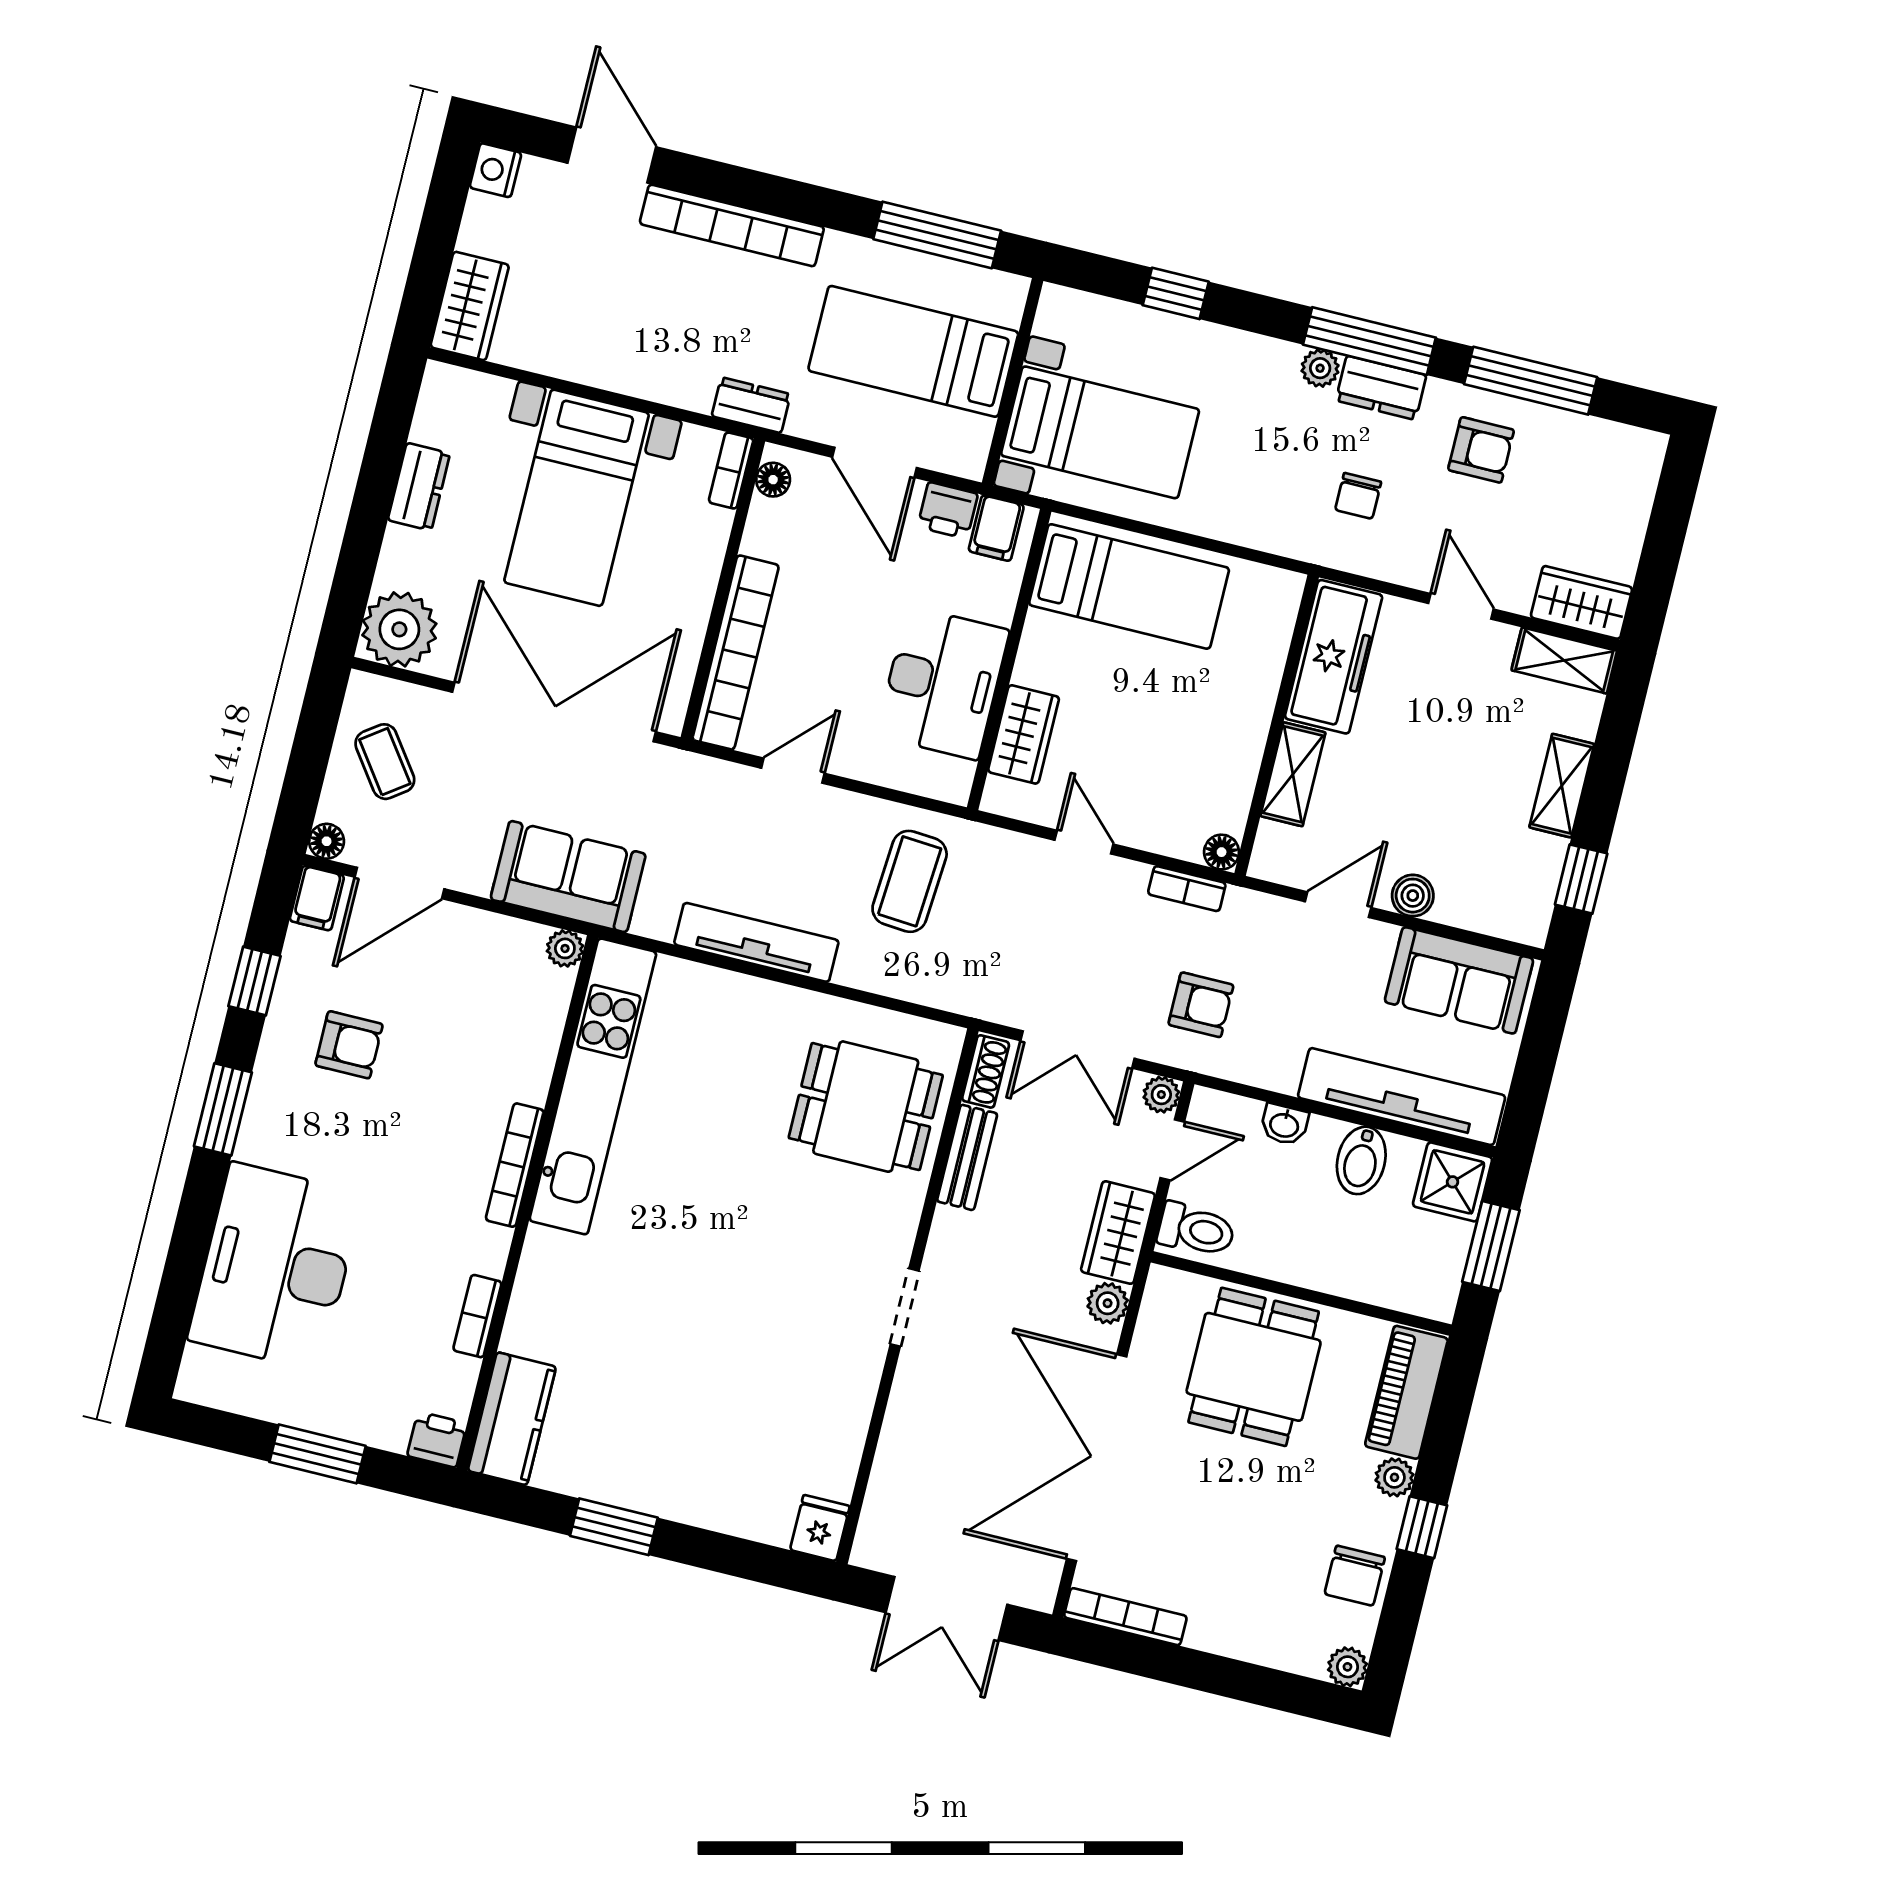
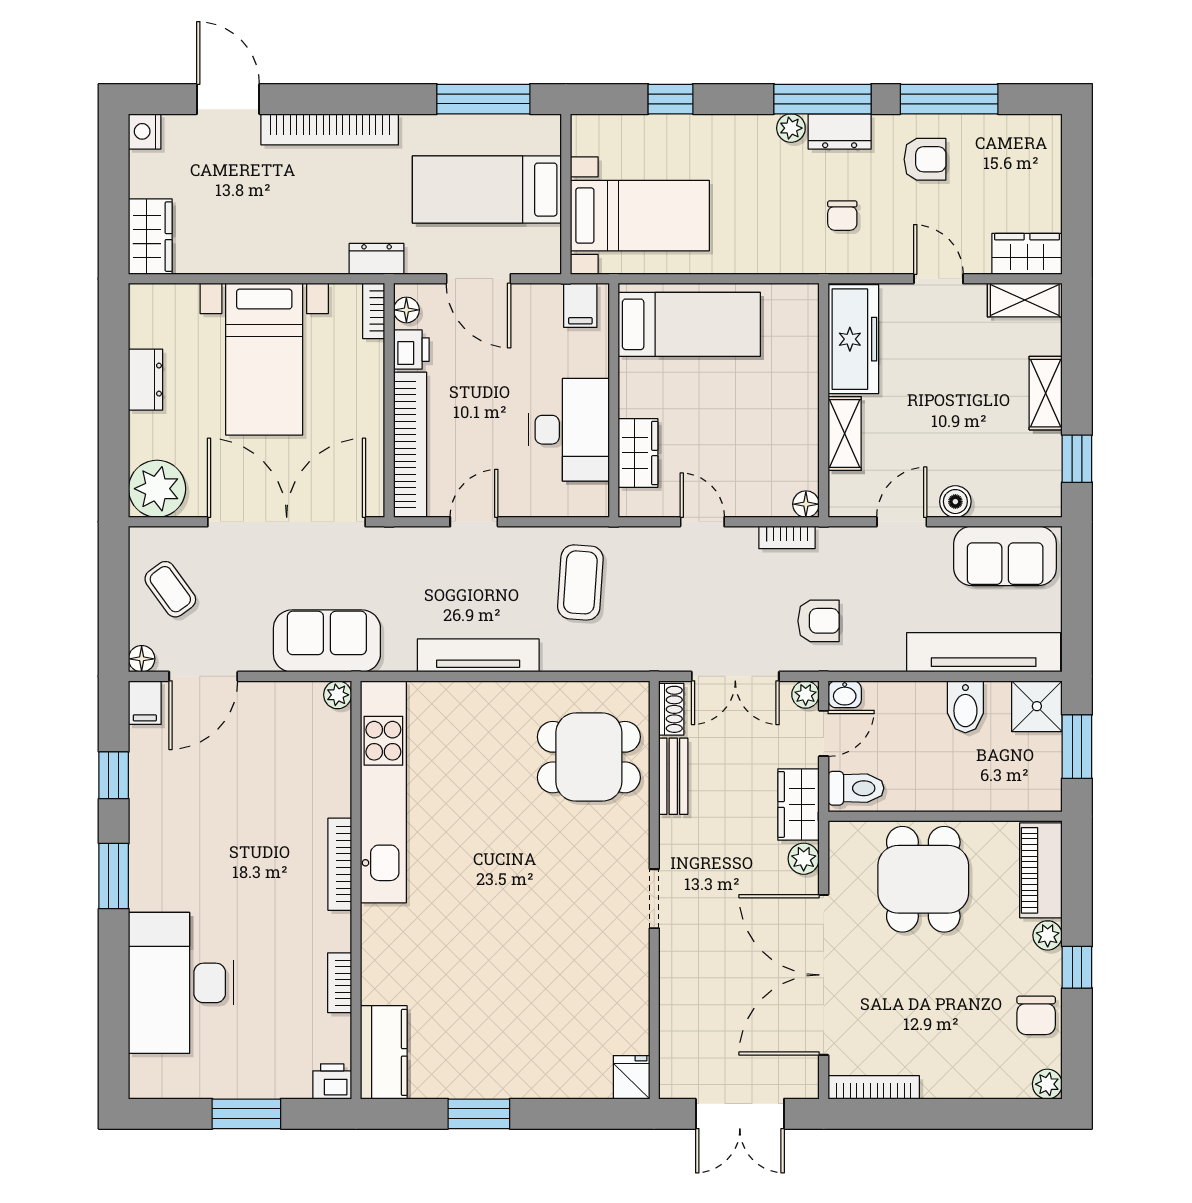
printer: (948, 510) -> (411, 350), moved, turned -90
armchair: (349, 1045) -> (195, 805), removed
washbasin: (1284, 1124) -> (845, 694), moved

